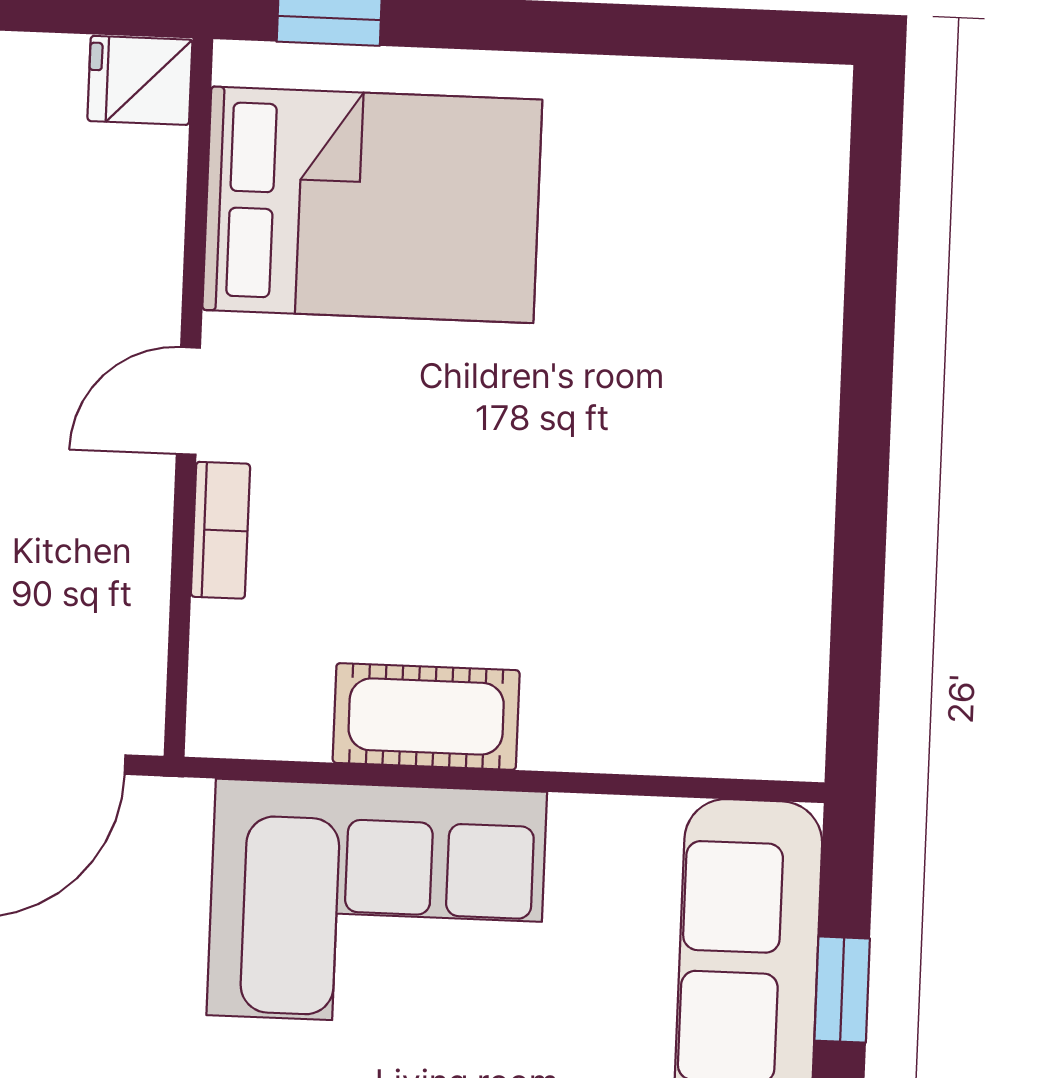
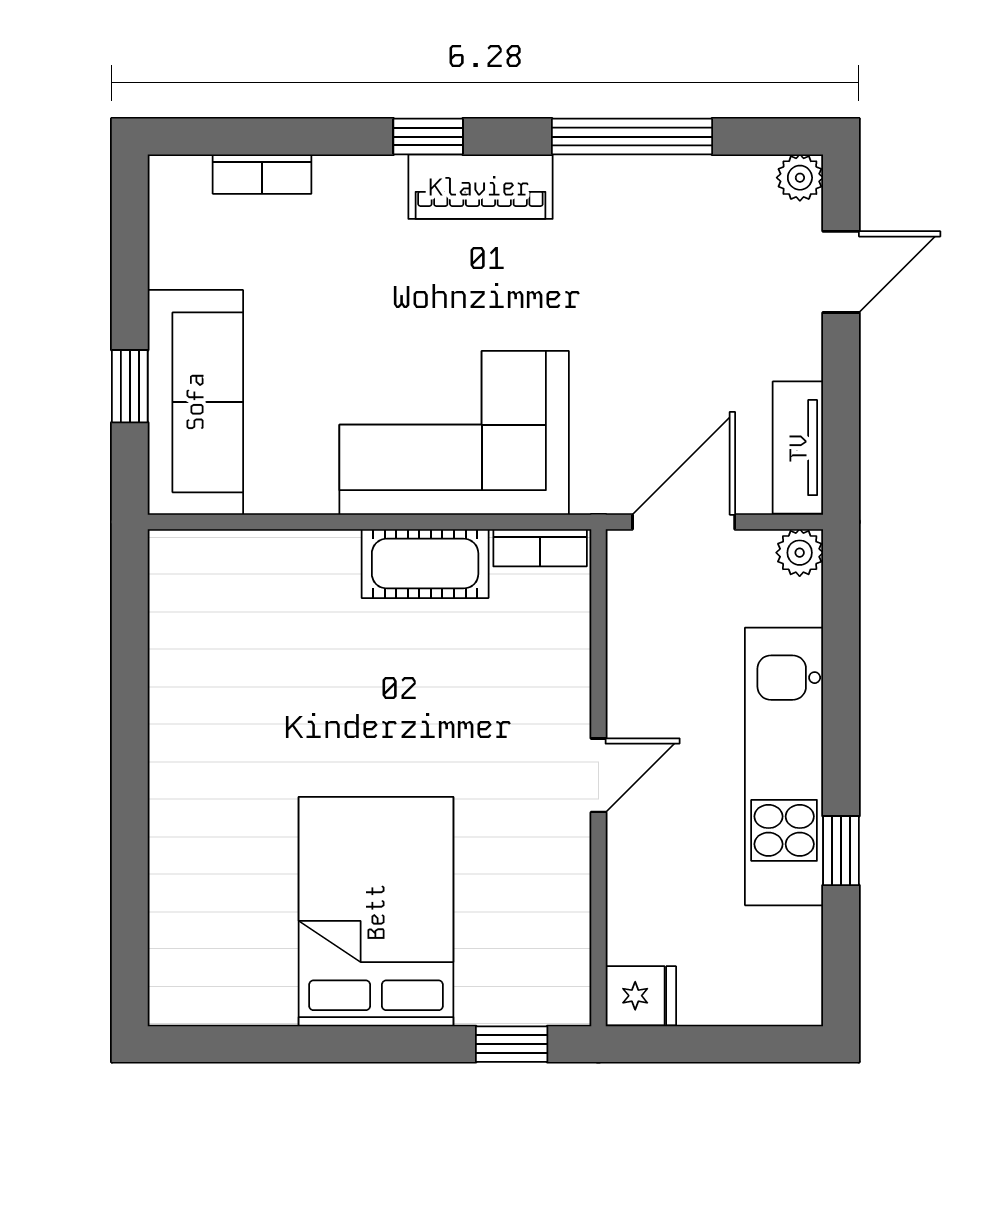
bed: (372, 205) -> (376, 912), moved, turned 90
bookcase: (220, 530) -> (540, 548), moved, turned -90

